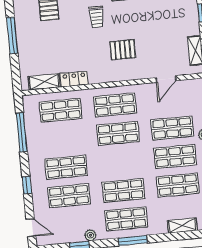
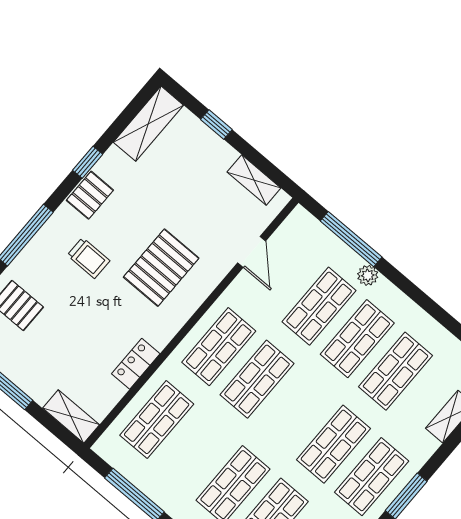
pallet: (123, 50) -> (161, 268), width x1.50, depth x1.42
shelving: (44, 82) -> (71, 416), moved, turned 90

